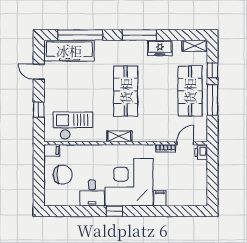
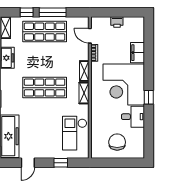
shelving: (145, 137) -> (84, 71), added
filing cabinet: (52, 150) -> (96, 152), removed
printer: (201, 153) -> (117, 22), moved
filing cabinet: (160, 198) -> (138, 53), width x2.00

